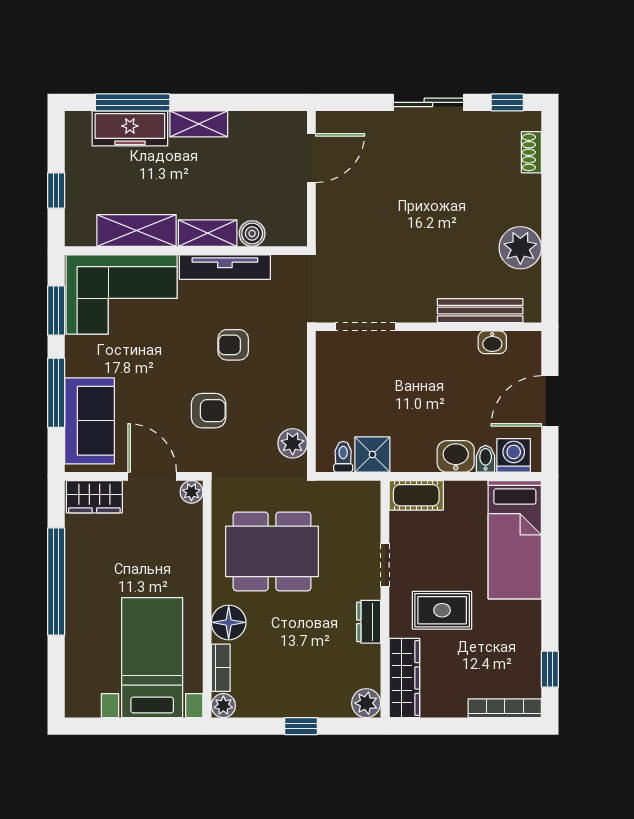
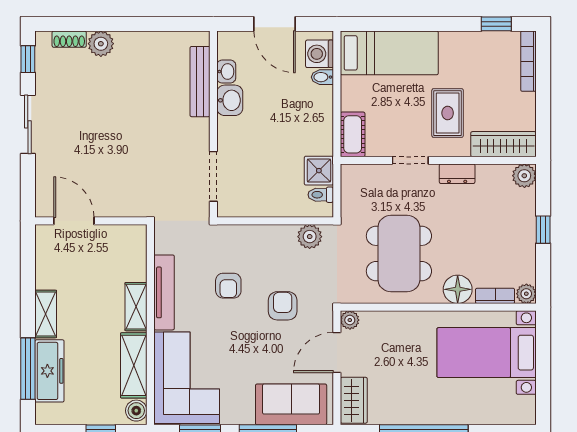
boiler: (252, 233) -> (136, 411), moved
plant: (520, 248) -> (101, 44), moved, width x0.73, depth x0.73
washbasin: (456, 456) -> (230, 100), moved, turned 180

